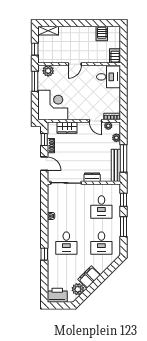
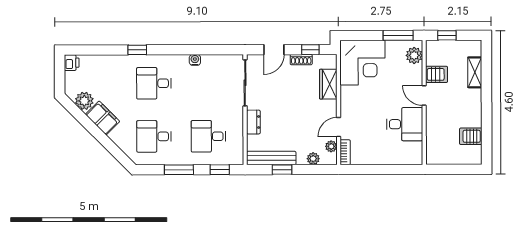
shelving: (48, 31) -> (475, 72), moved
server rack: (115, 56) -> (437, 74), moved
desk: (109, 77) -> (405, 124), moved, turned -90
window: (124, 158) -> (282, 170), width x0.46
printer: (57, 295) -> (72, 63), width x0.53, depth x0.68

